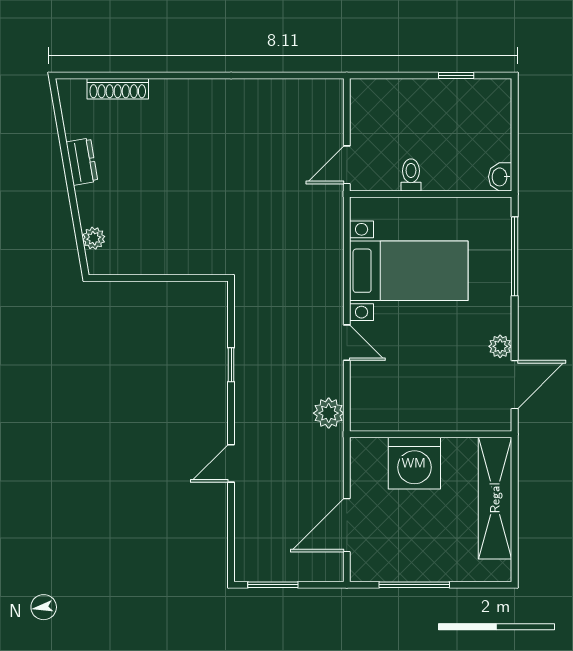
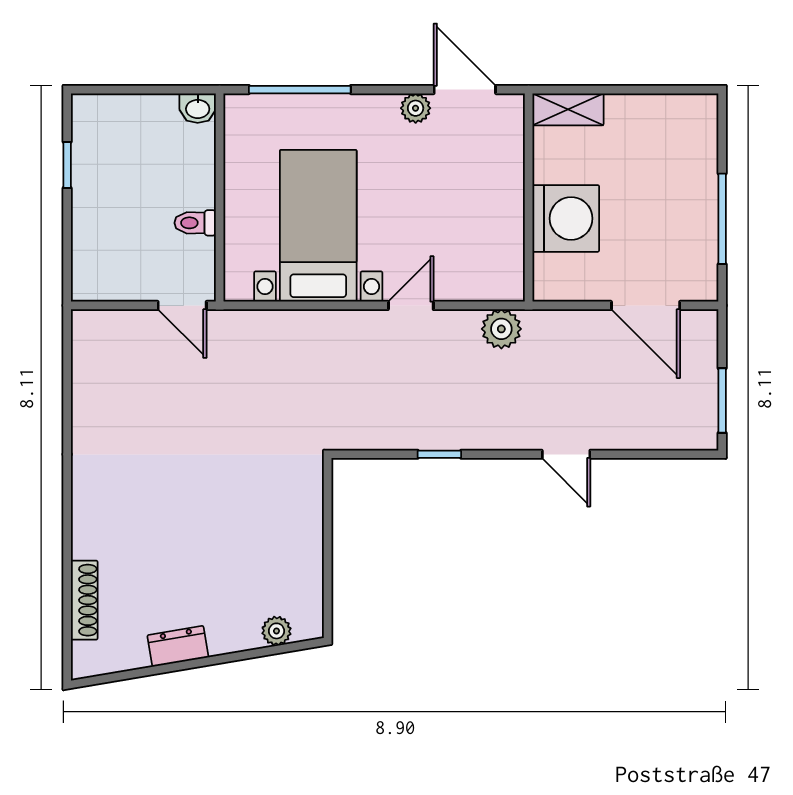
shelving: (495, 498) -> (568, 109), width x0.45, depth x0.75

